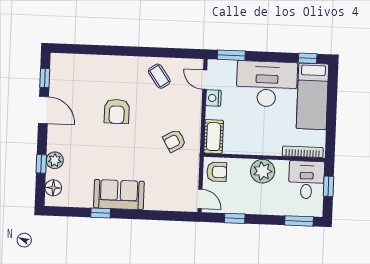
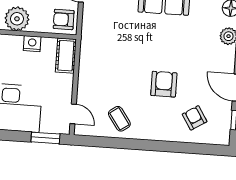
nightstand: (213, 98) -> (32, 44), moved, turned -90
armchair: (174, 141) -> (195, 118), moved, turned -92

